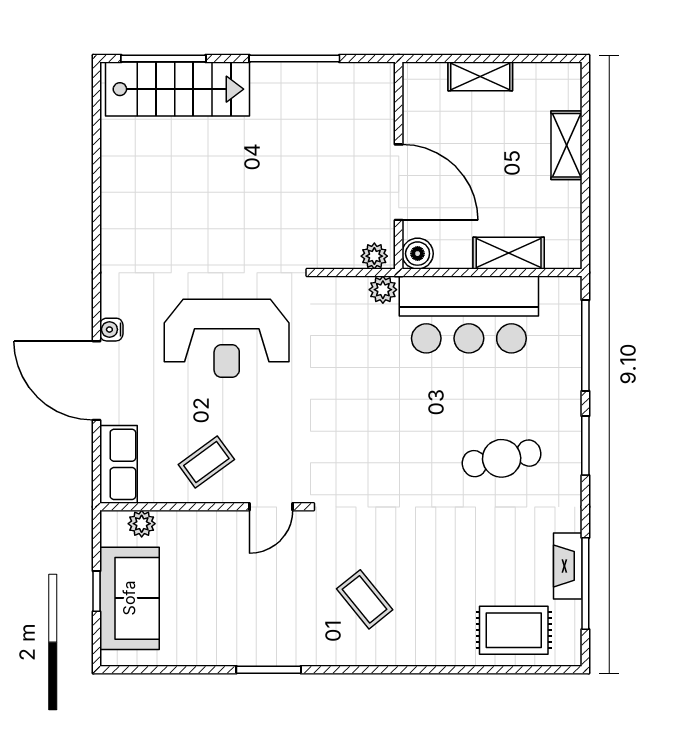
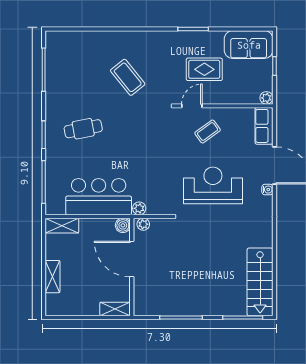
shelving: (480, 76) -> (115, 309), moved
stairs: (177, 89) -> (260, 282), moved, turned -90
shelving: (509, 253) -> (62, 226), moved
coffee table: (206, 462) -> (208, 132), moved
plant: (142, 524) -> (266, 98), moved
fireplace: (568, 566) -> (52, 78), removed
sofa: (129, 598) -> (249, 45), moved, turned -90
coffee table: (365, 599) -> (128, 77), moved, width x1.36, depth x1.30
rug: (514, 630) -> (204, 69), moved

